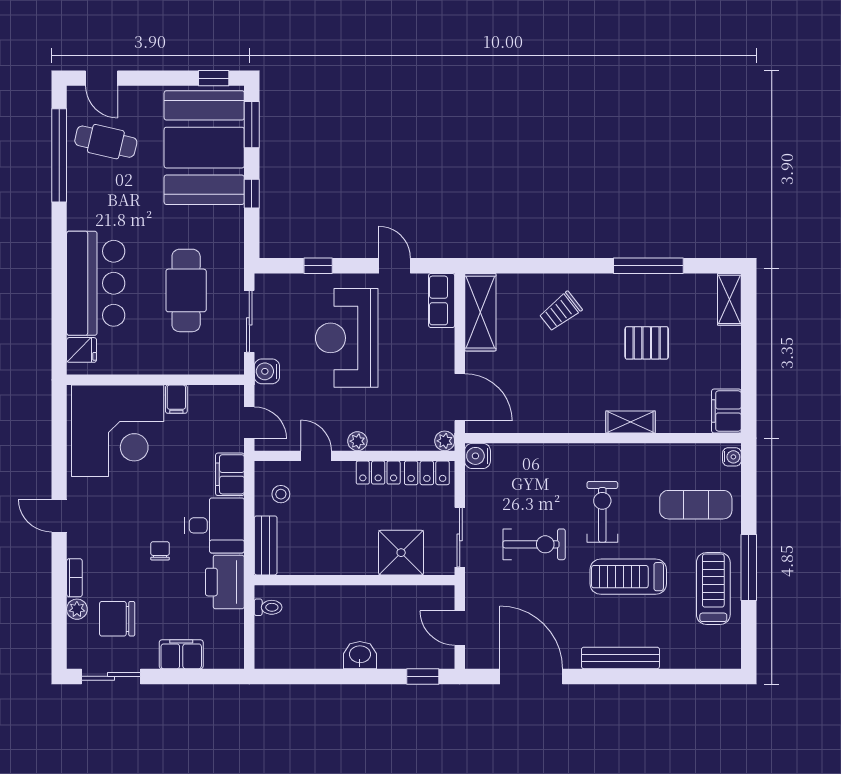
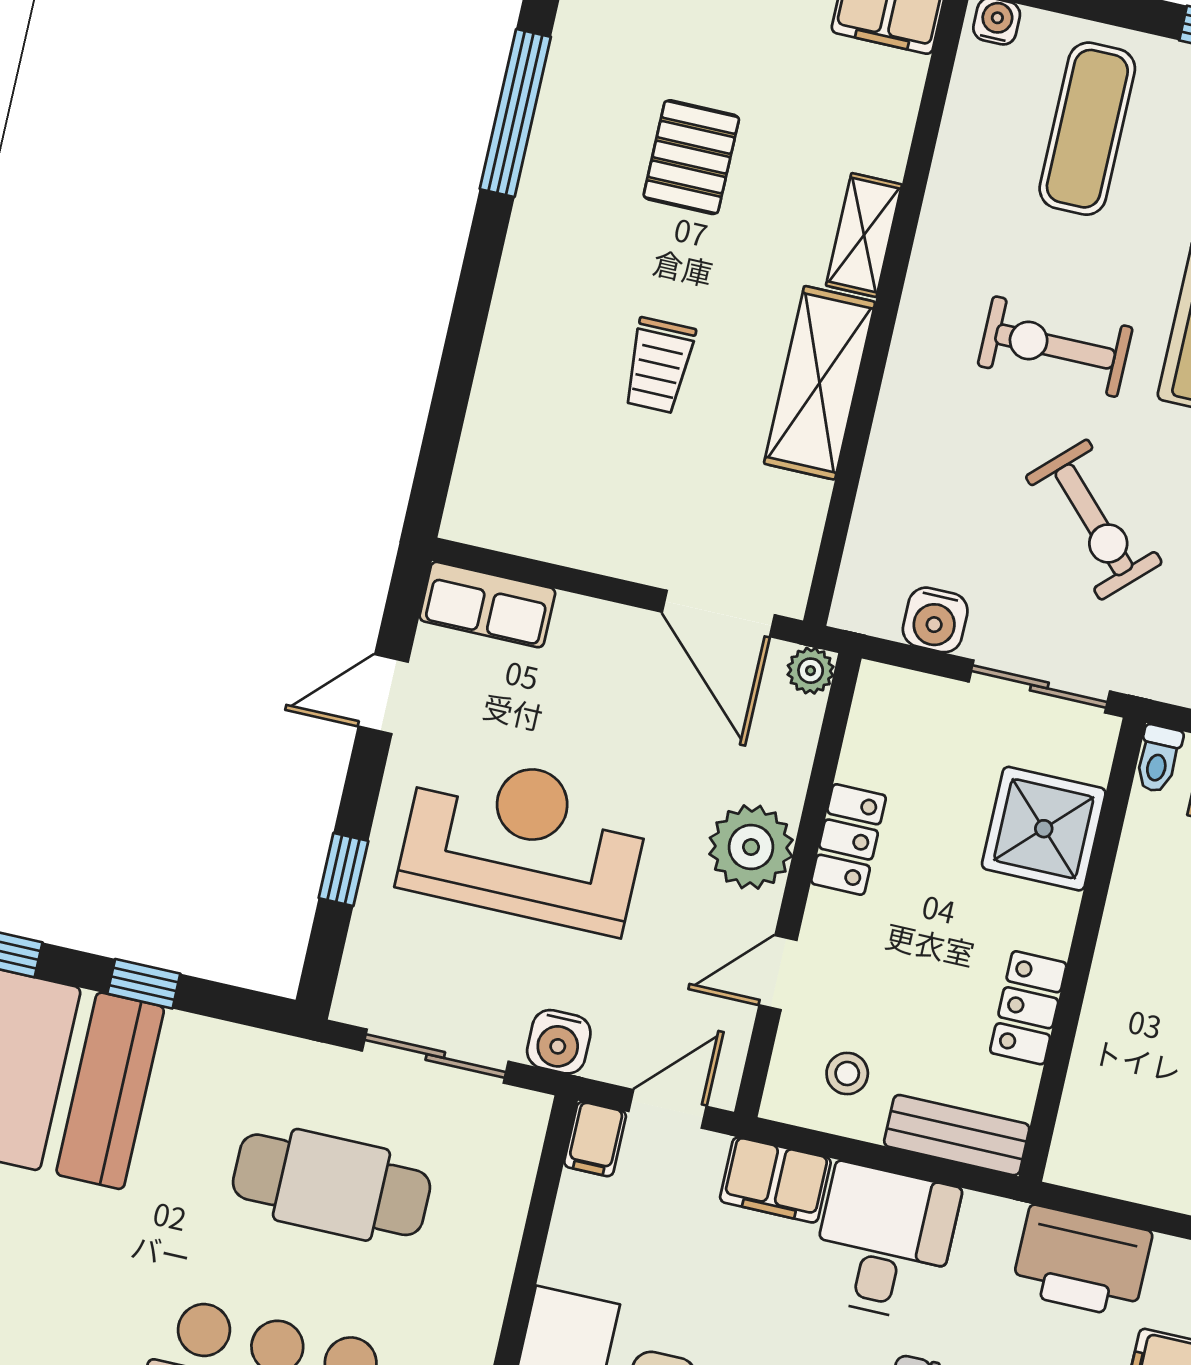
trolley: (561, 311) -> (659, 365), moved, turned 38
shelving: (480, 312) -> (820, 383), moved, turned 90
reception desk: (347, 338) -> (524, 842), turned 180
door: (460, 397) -> (718, 614), swing flipped
filing cabinet: (176, 399) -> (595, 1139), moved, turned 90
plant: (357, 441) -> (751, 847), width x1.88, depth x1.88
water cooler: (478, 456) -> (935, 620), moved
locker: (427, 473) -> (1028, 1008), moved, turned 180
exercise bike: (534, 544) -> (1094, 520), turned 136
printer: (225, 582) -> (1082, 1262), moved
toilet: (268, 607) -> (1158, 759), moved, turned 180

